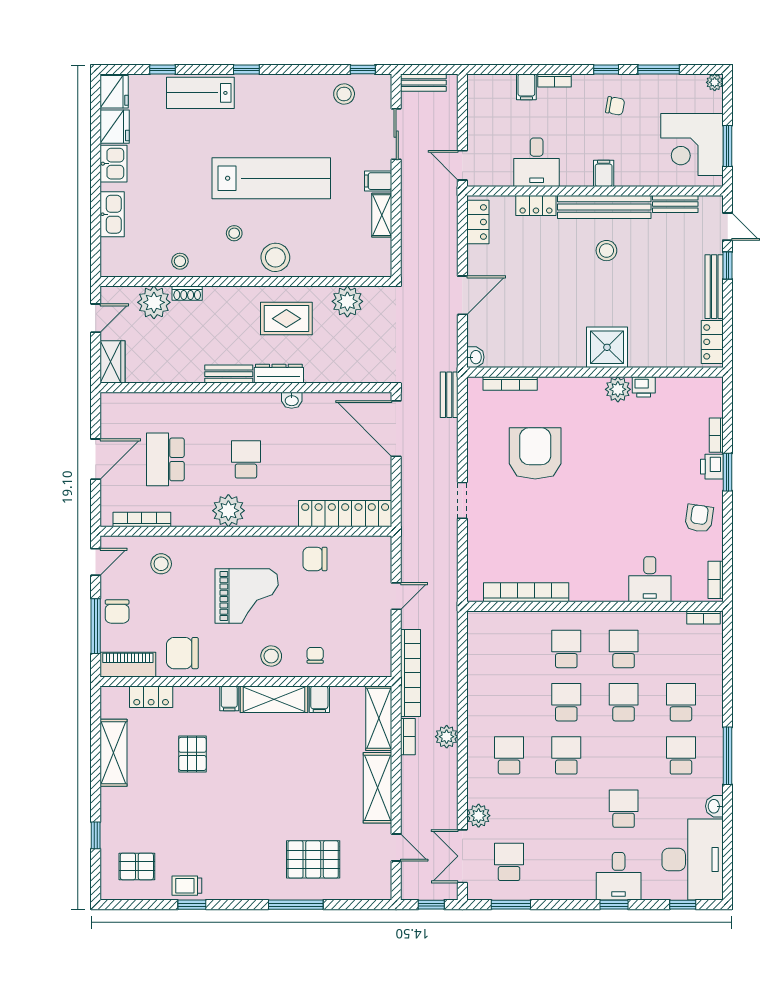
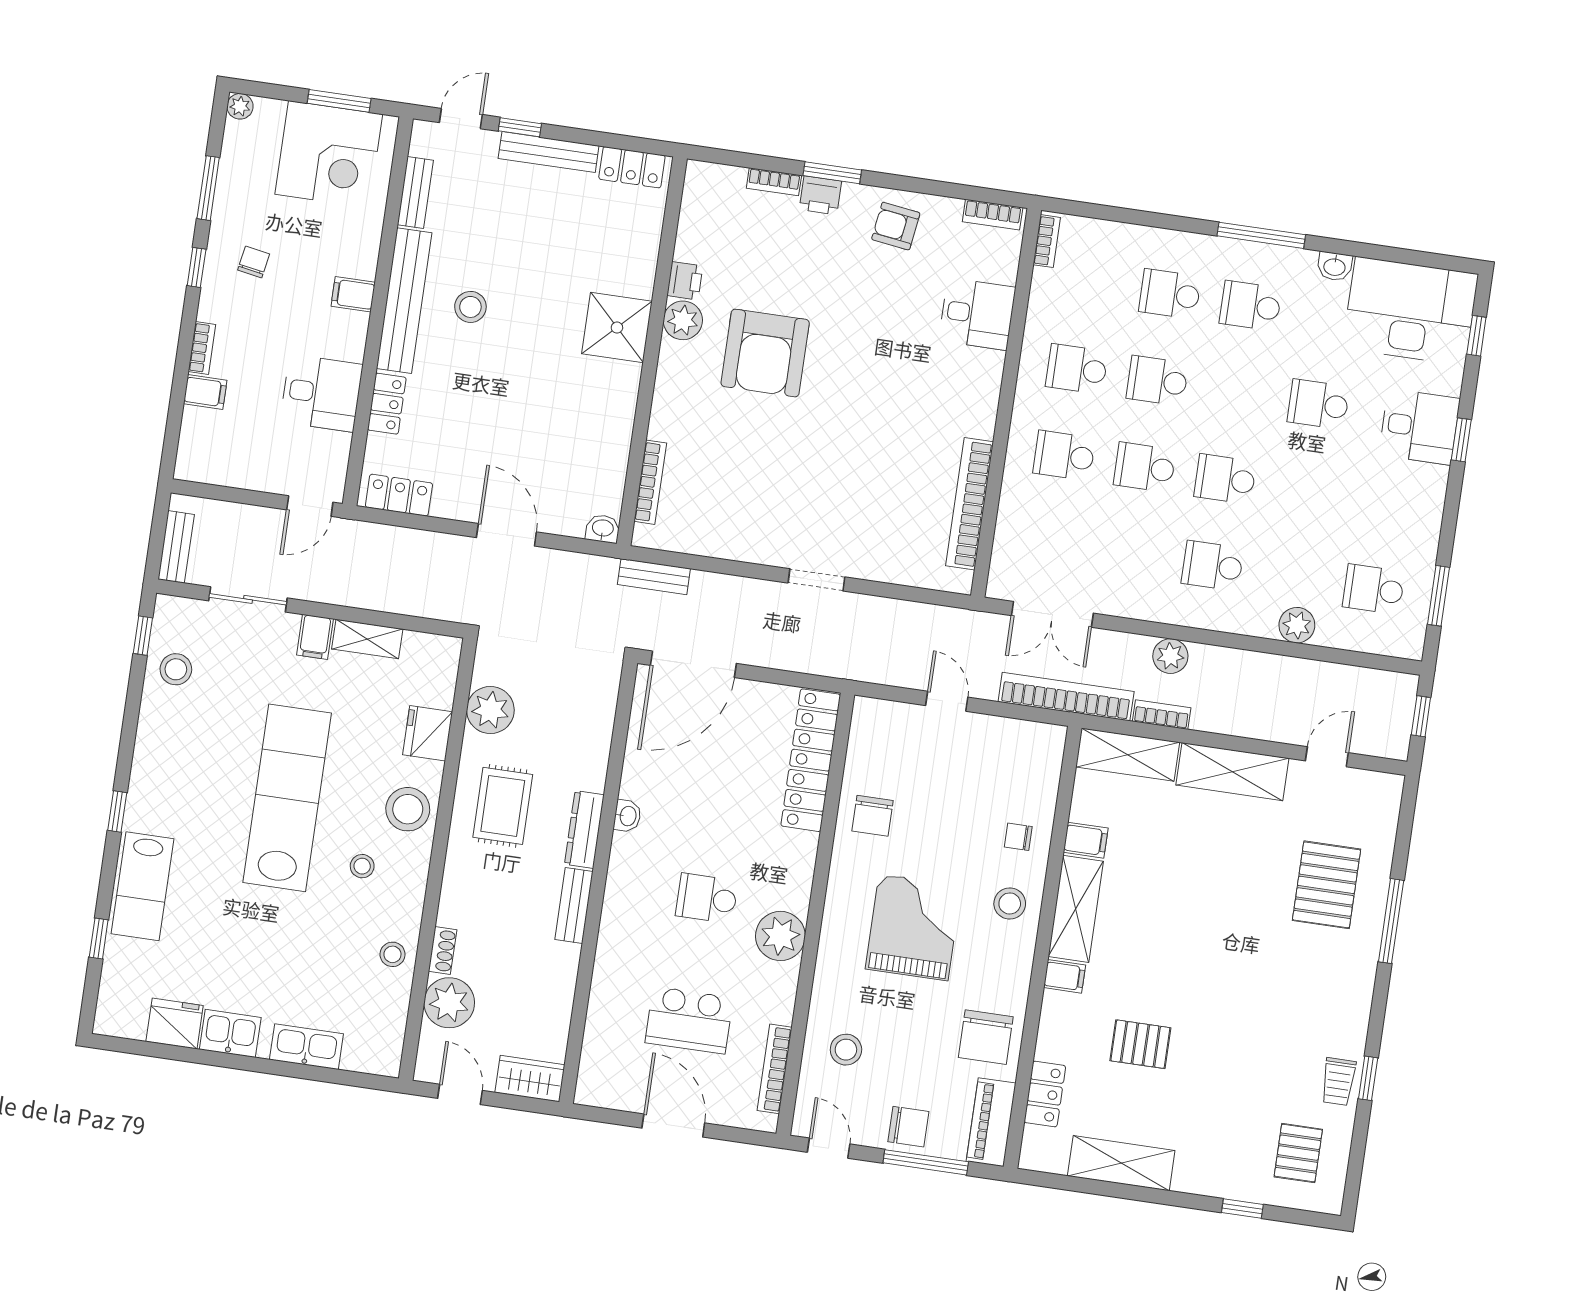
fridge: (114, 92) -> (428, 733), moved, turned -90
armchair: (535, 453) -> (765, 353), moved, turned -90
double door: (462, 856) -> (1052, 614), moved

